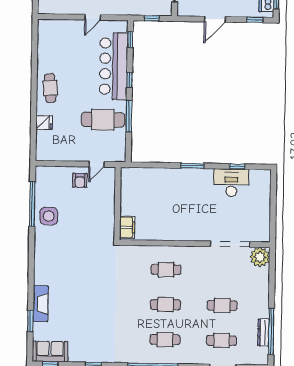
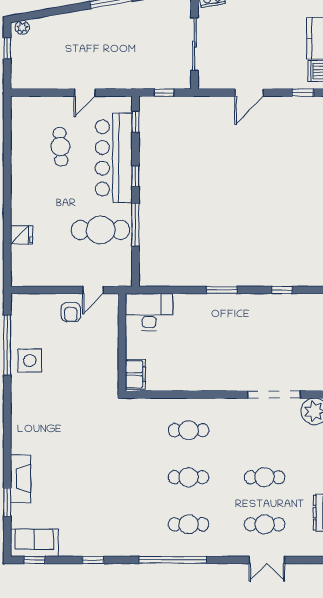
cafe table: (50, 88) -> (60, 147), moved
desk: (231, 183) -> (149, 312), moved

